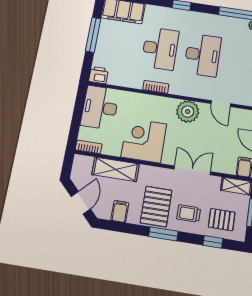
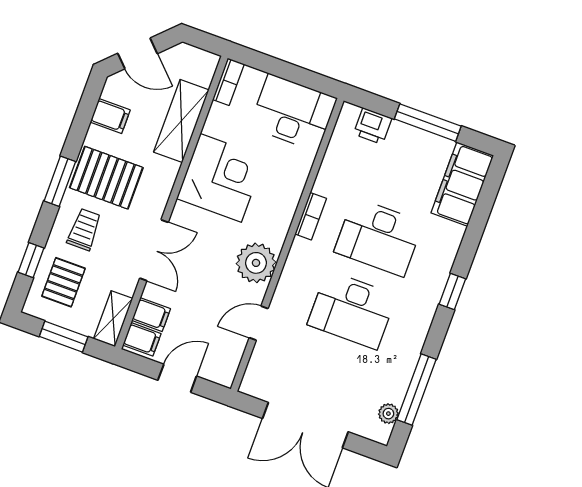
printer: (99, 75) -> (373, 126), moved, turned 90
filing cabinet: (229, 165) -> (151, 315), added

